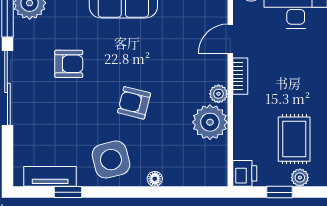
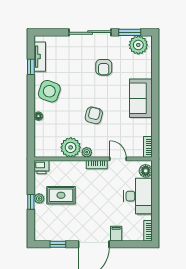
armchair: (134, 103) -> (94, 115), moved
side table: (111, 160) -> (49, 91), turned 34
window: (280, 192) -> (31, 202), moved

